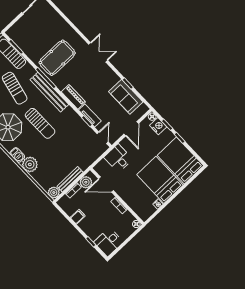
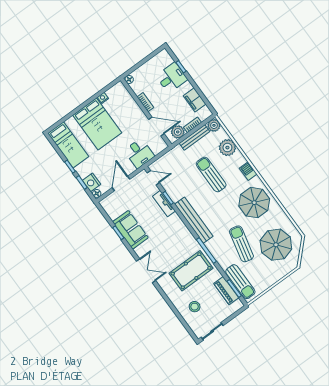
stool: (50, 26) -> (195, 307), added
double door: (98, 52) -> (146, 271), swing flipped
bench: (49, 92) -> (194, 220), moved
piano: (73, 97) -> (226, 291), moved
sofa: (126, 97) -> (130, 230), moved
sun lounger: (40, 123) -> (211, 174), moved
door: (103, 138) -> (153, 178), swing flipped
bed: (180, 160) -> (68, 145), width x0.67
plant: (30, 164) -> (227, 148), moved
filing cabinet: (78, 217) -> (195, 100), width x2.00
desk: (109, 242) -> (172, 78), moved

